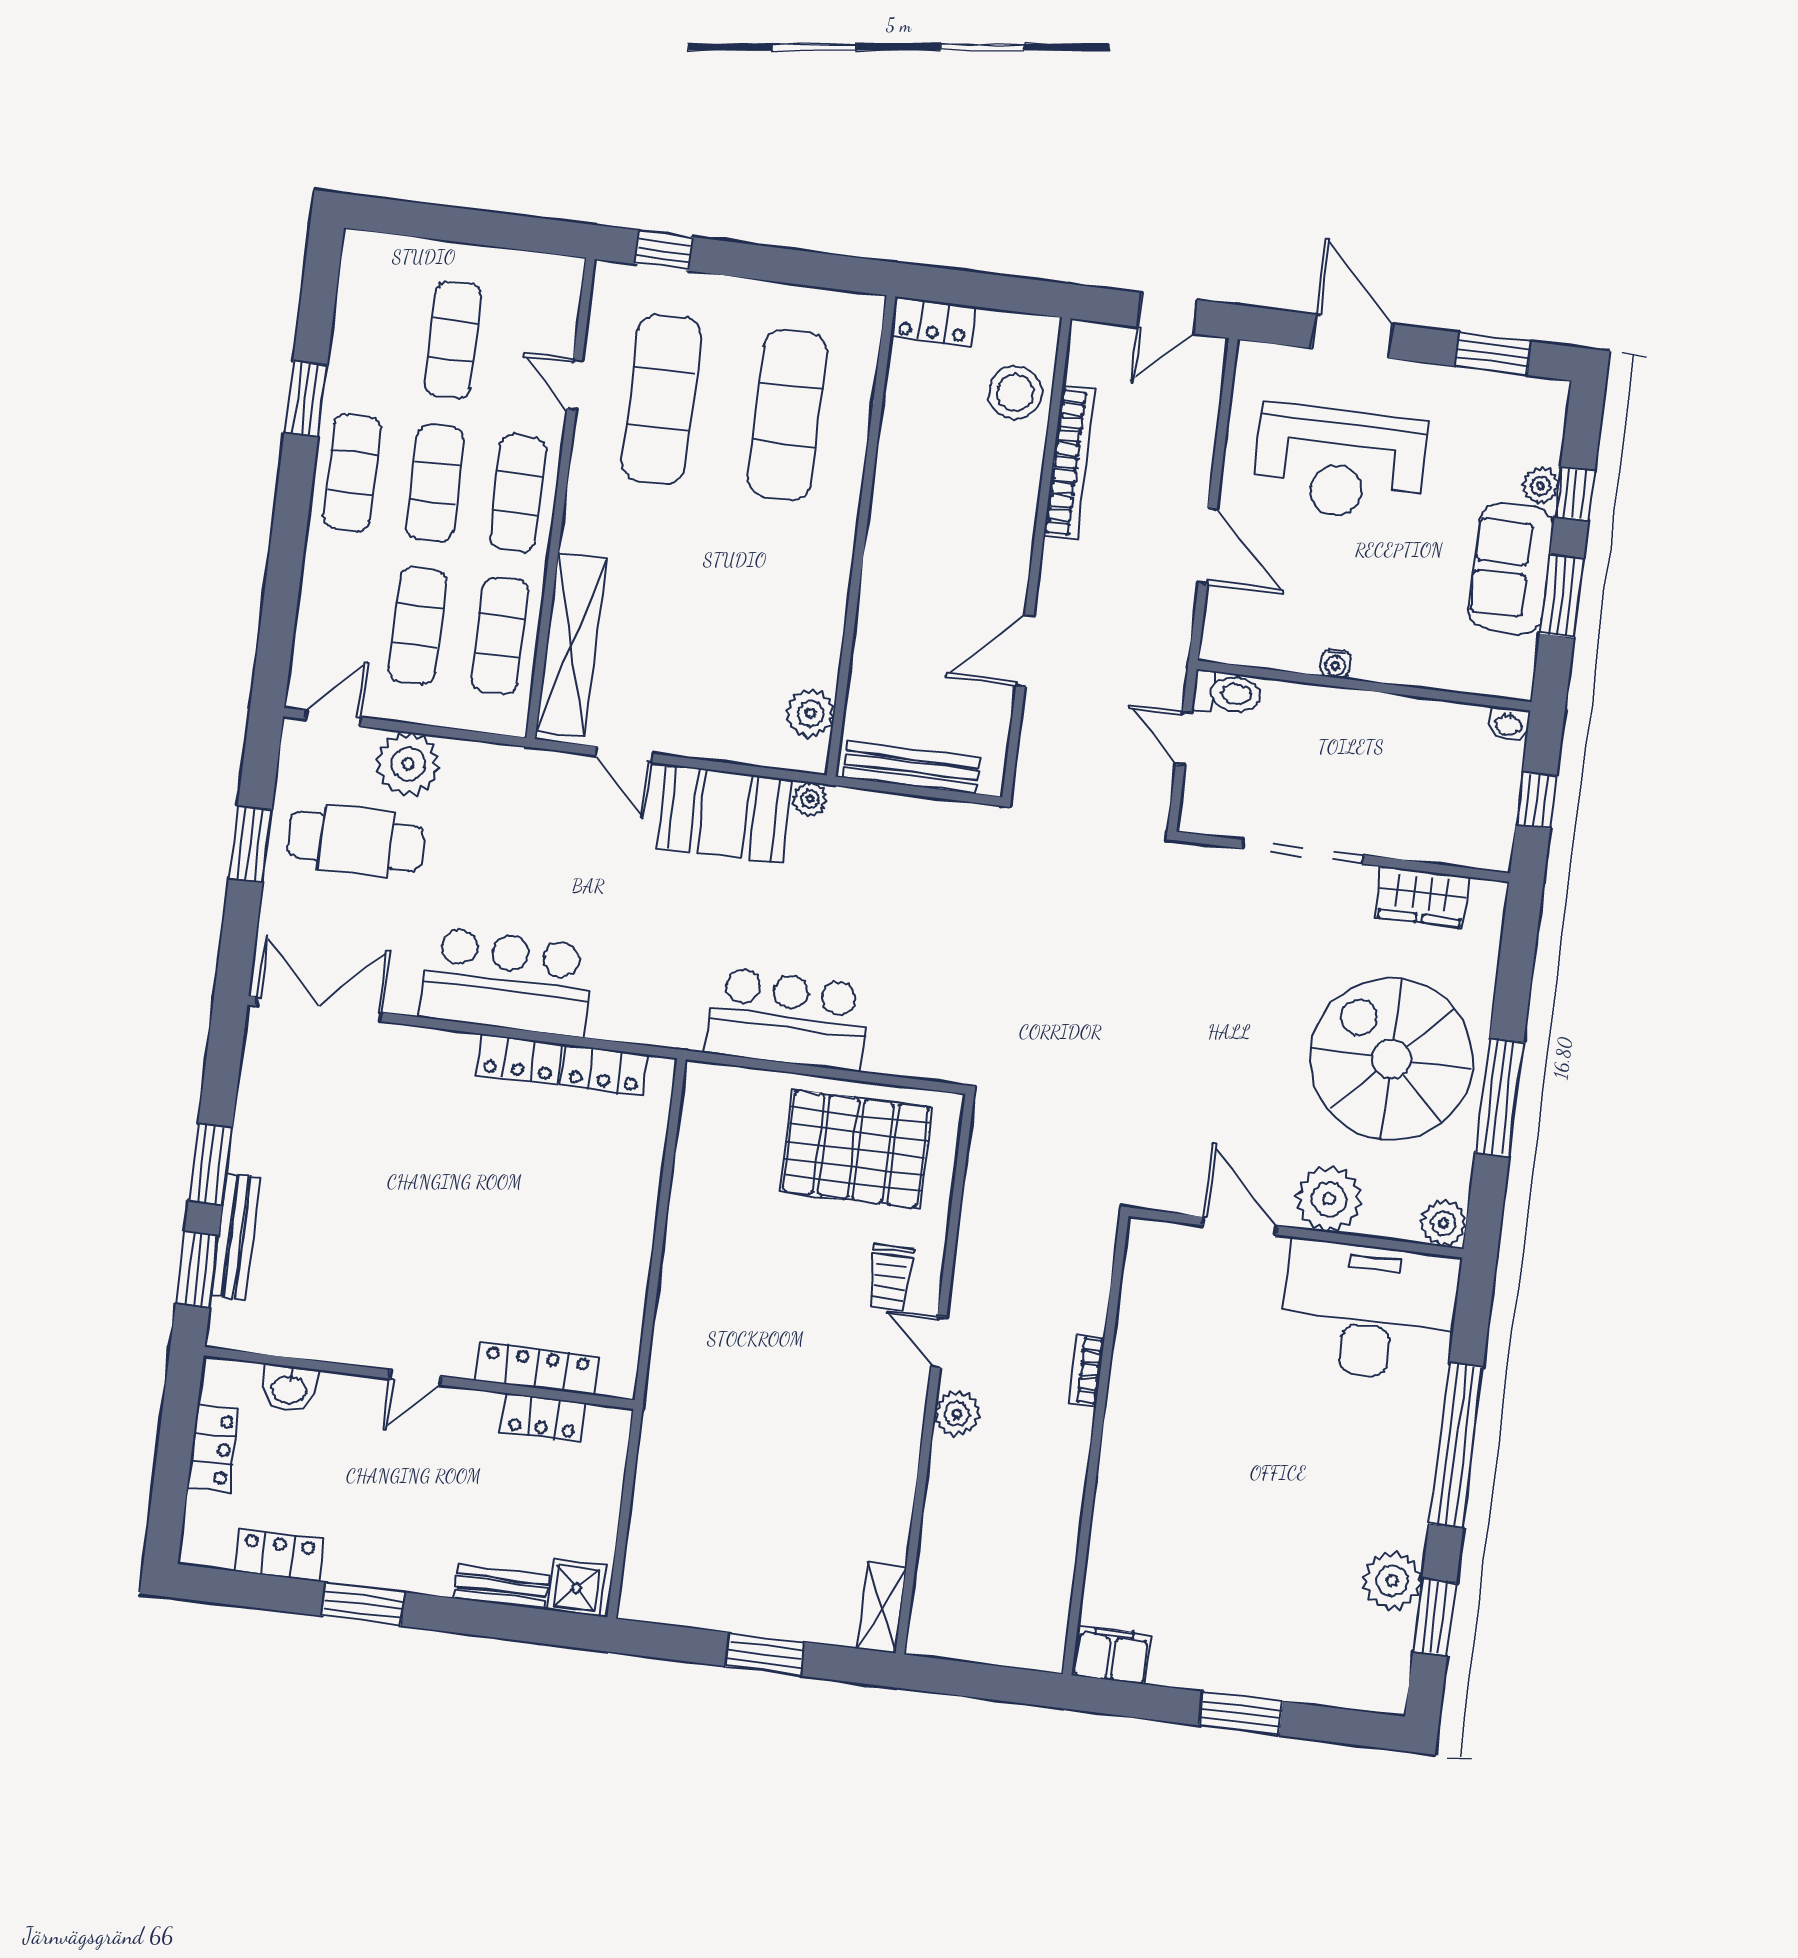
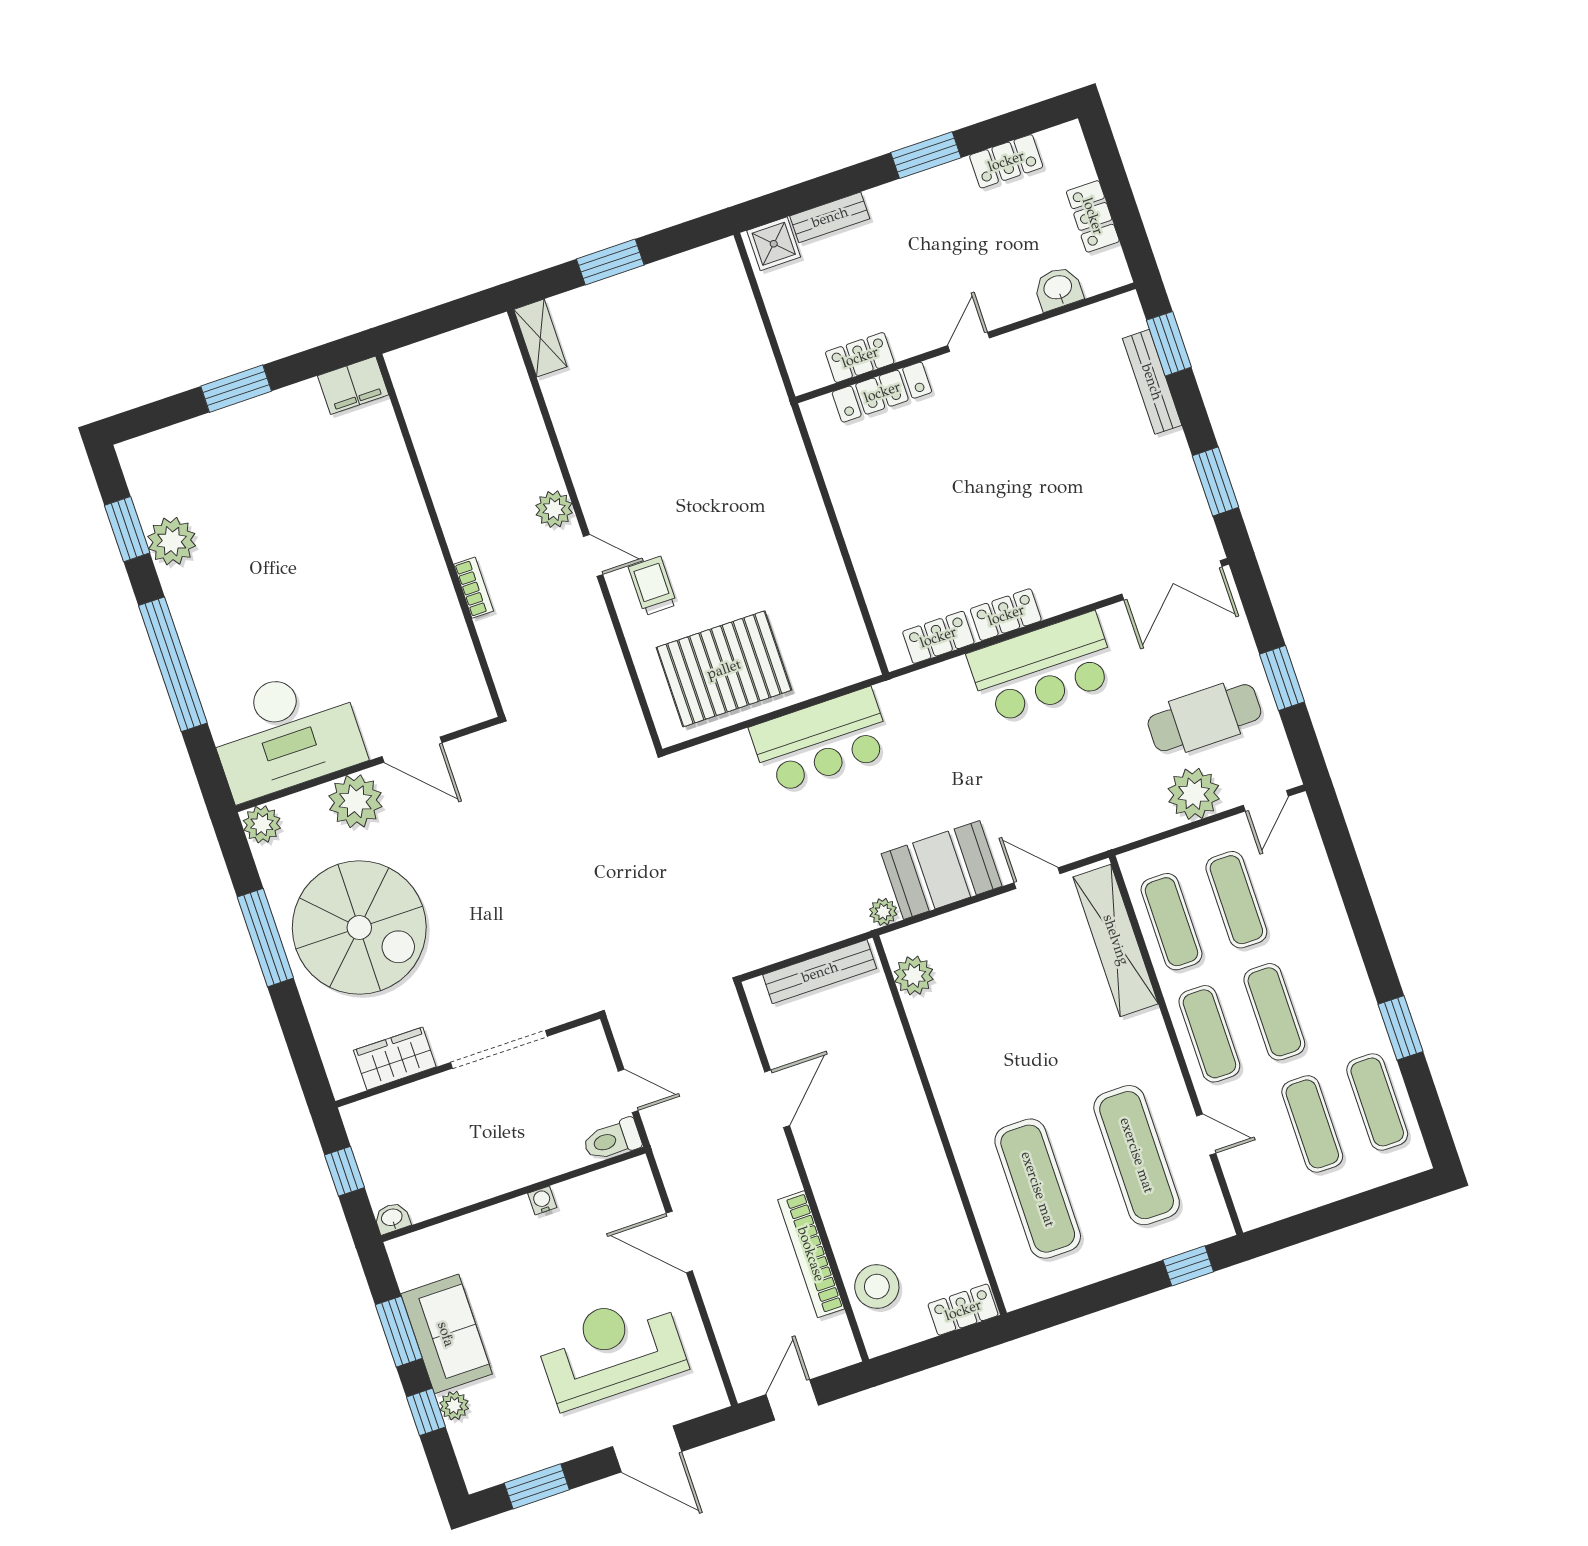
exercise mat: (353, 473) -> (1377, 1102), moved
window: (210, 1164) -> (1216, 481), moved

